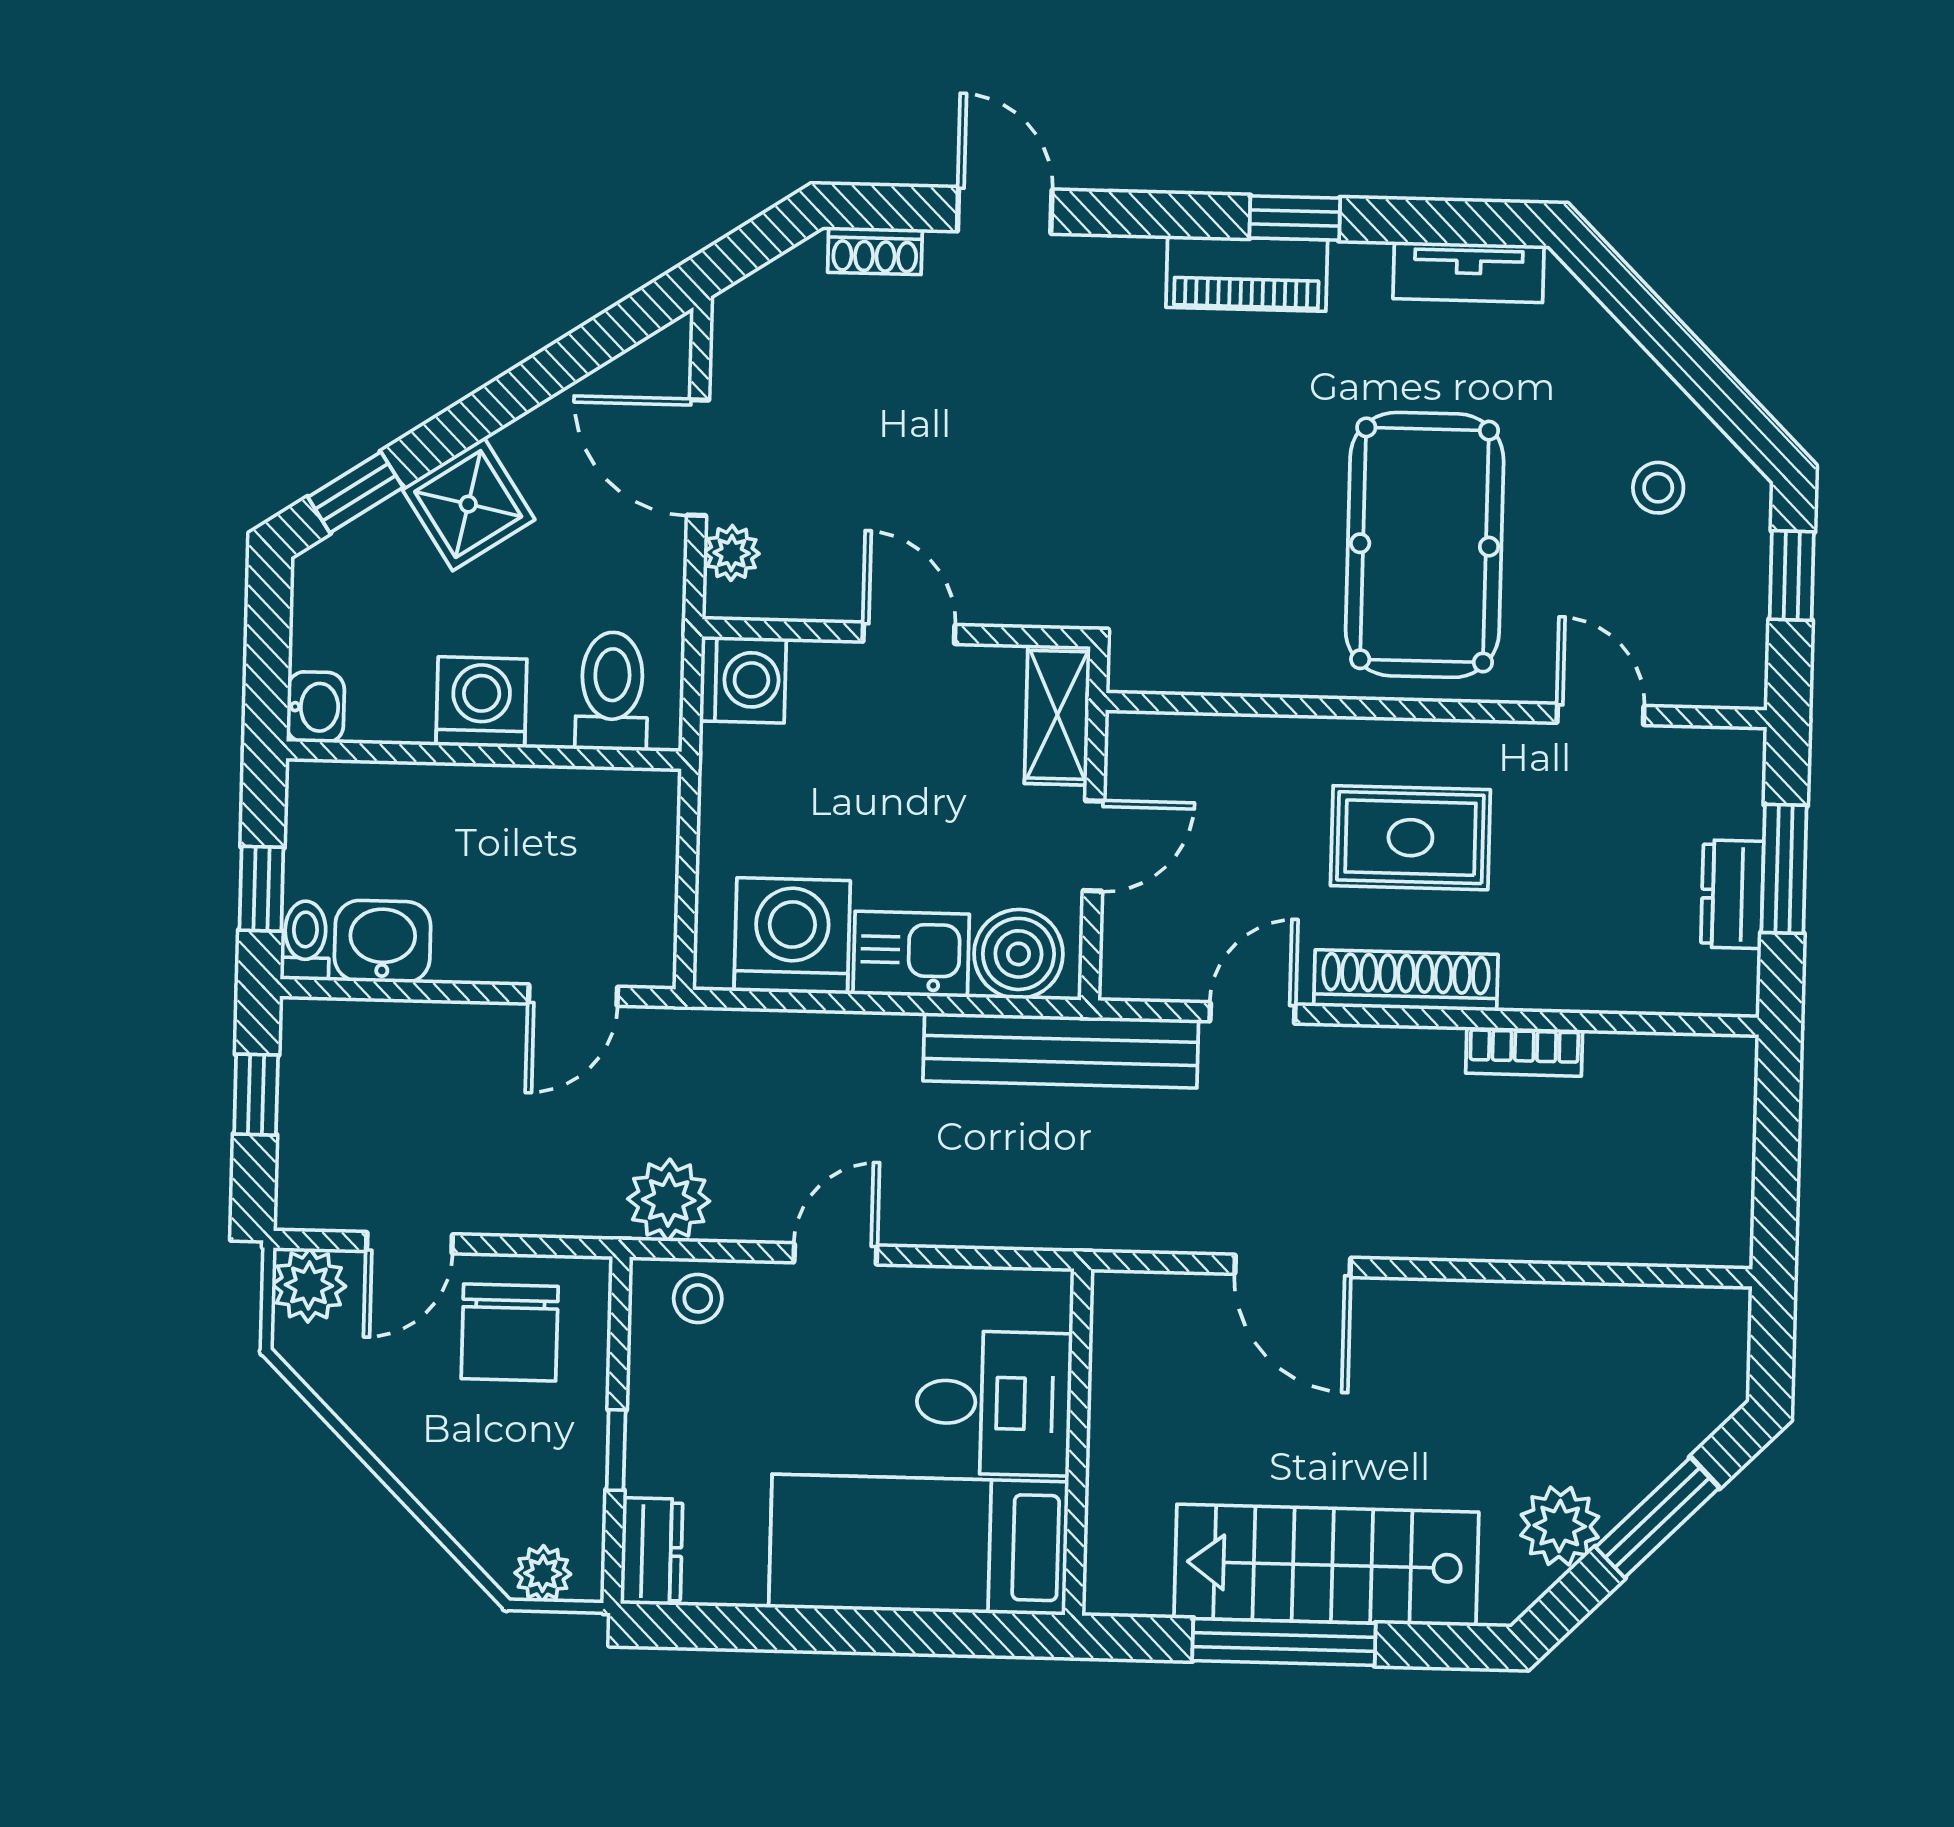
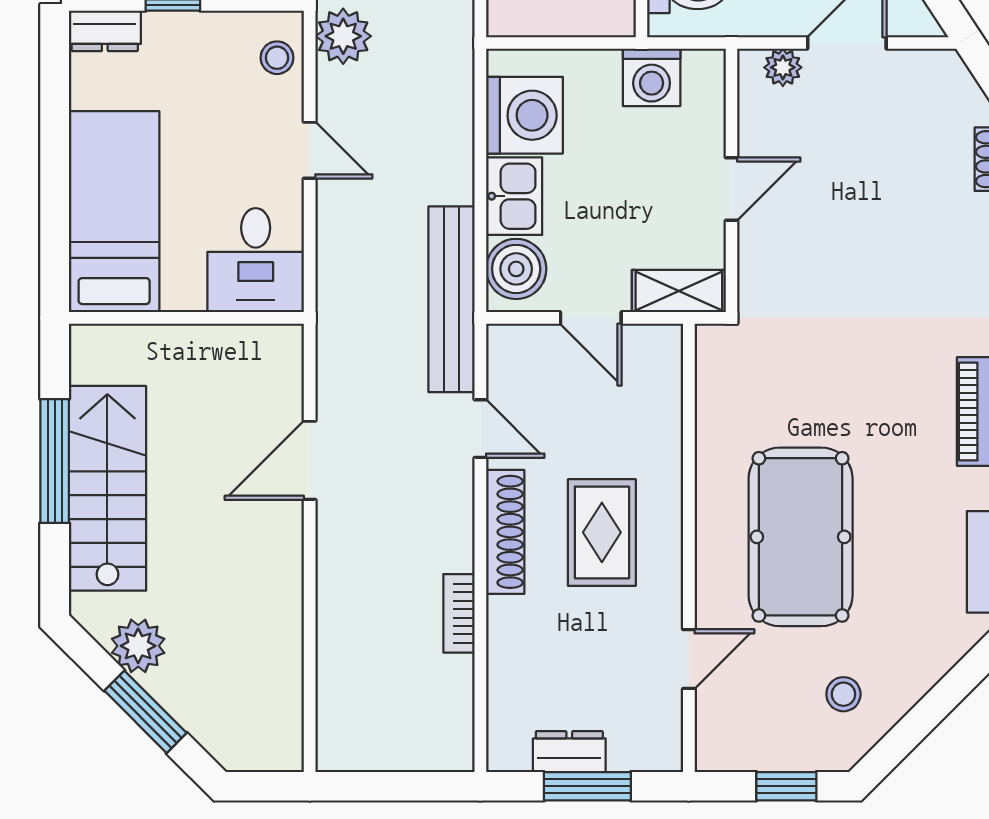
pool table: (1425, 545) -> (801, 537), turned 90
washing machine: (743, 680) -> (652, 77), moved
desk: (994, 1403) -> (256, 260), moved

